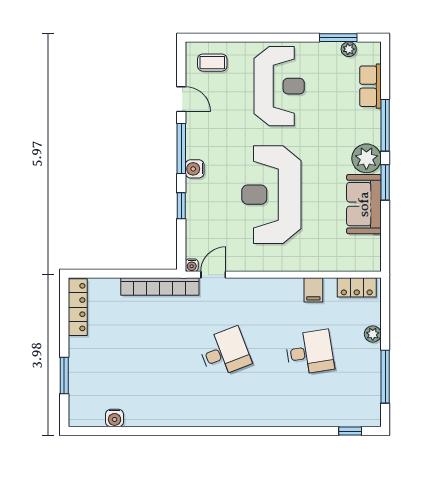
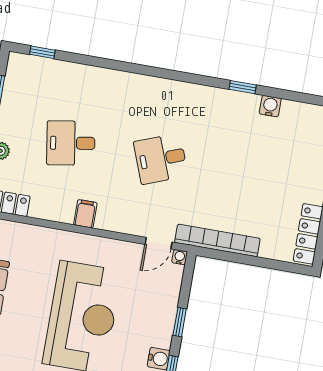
filing cabinet: (313, 290) -> (85, 214), moved
water cooler: (115, 418) -> (270, 106), moved
window: (161, 431) -> (243, 87), added

